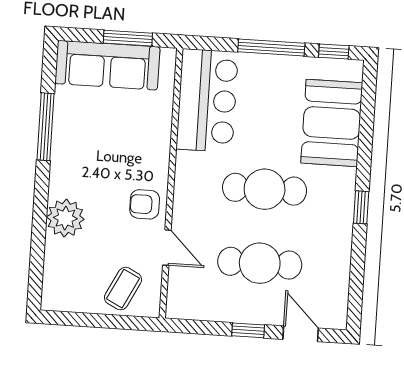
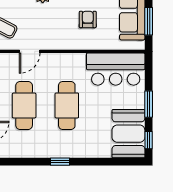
window: (271, 47) -> (149, 104), width x0.69
booth: (332, 123) -> (128, 134), moved, turned 90
armchair: (145, 204) -> (88, 19), moved

